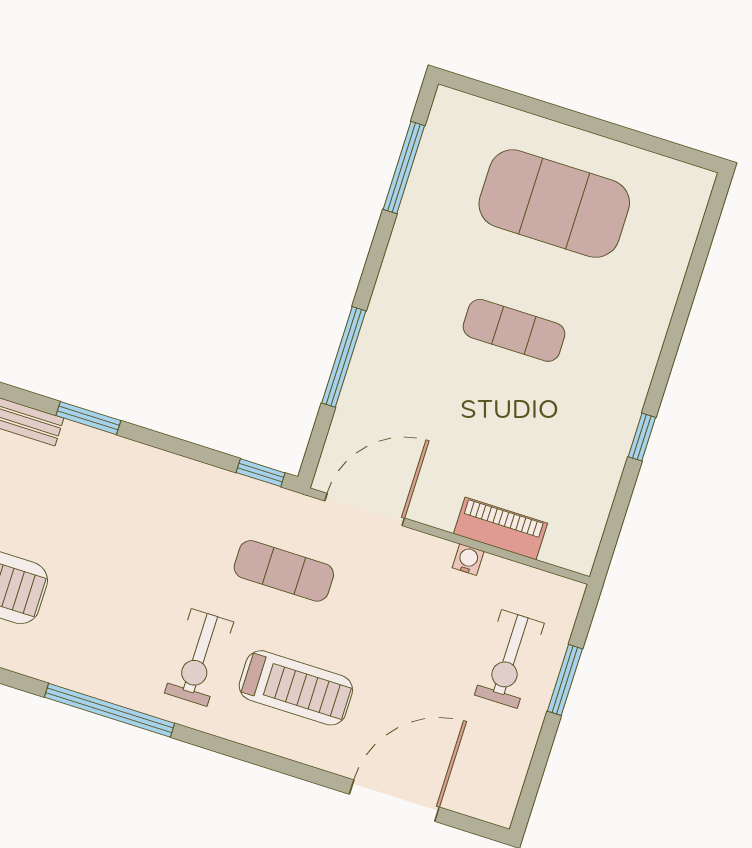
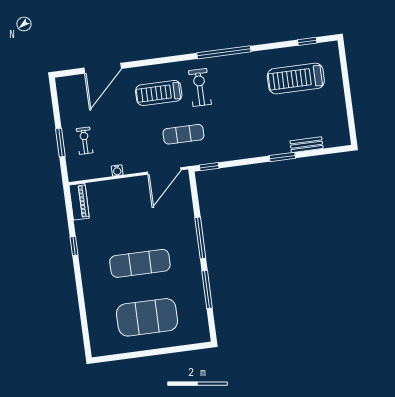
window: (404, 167) -> (207, 290), moved
exercise mat: (514, 330) -> (140, 263), width x1.36, depth x1.45
window: (344, 357) -> (200, 238), moved
piano: (501, 528) -> (79, 202), moved, turned -90
exercise bike: (509, 659) -> (85, 141), width x0.73, depth x0.72

